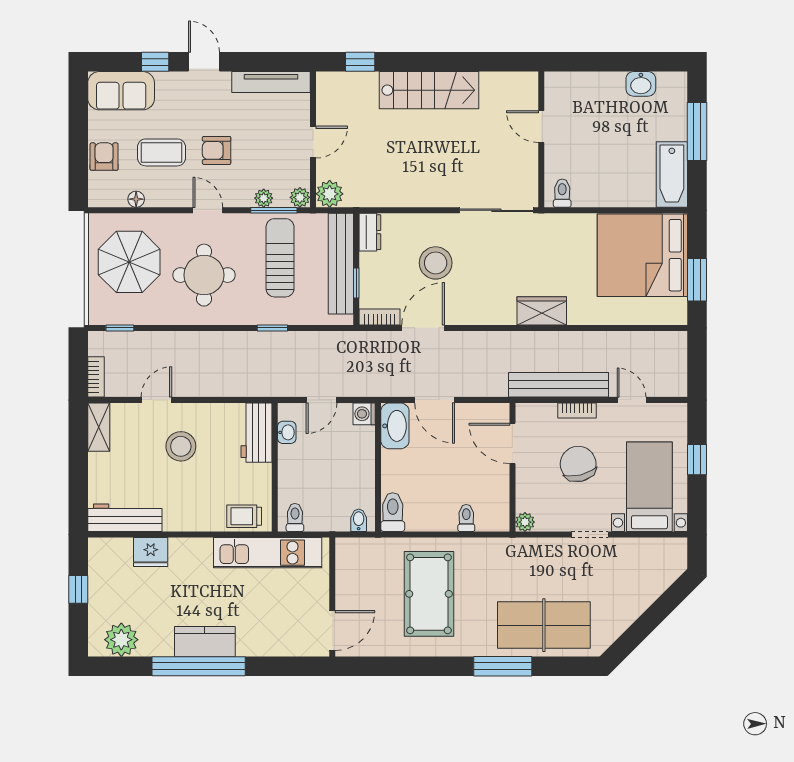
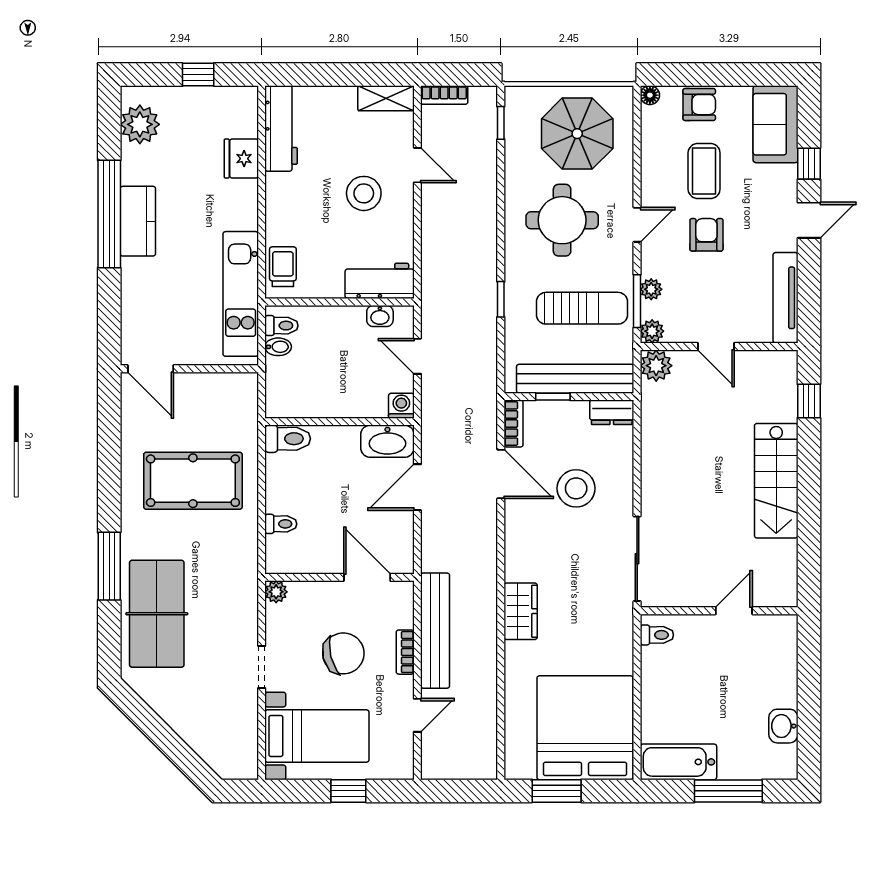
floor lamp: (136, 199) -> (650, 95), moved
door: (512, 443) -> (367, 577), hinge flipped
bidet: (359, 520) -> (278, 347), moved

